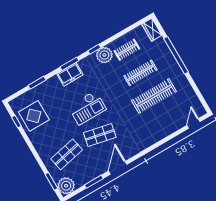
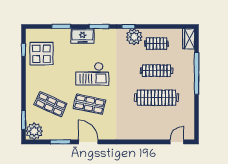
freezer: (70, 74) -> (83, 36), moved
shop shelf: (67, 154) -> (51, 104), turned 36
door: (118, 168) -> (88, 142), hinge flipped

